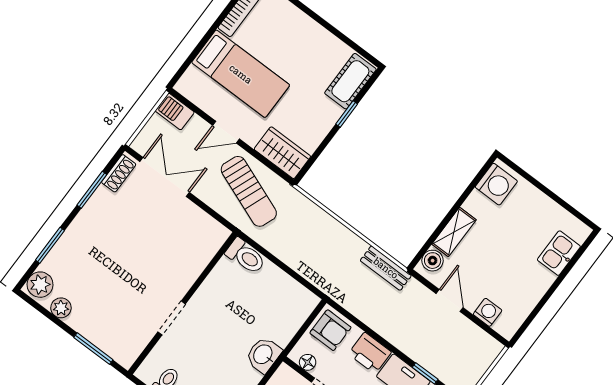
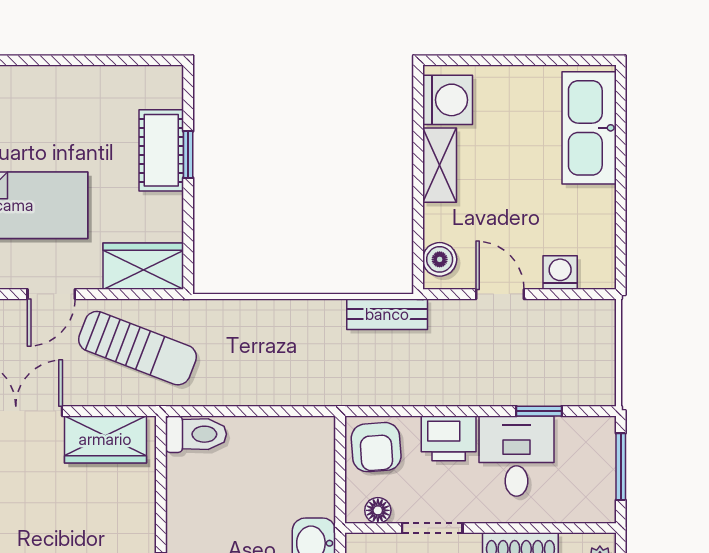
cot: (350, 81) -> (161, 150), moved
wardrobe: (199, 225) -> (105, 439), added
shelving: (454, 232) -> (440, 165), moved
kitchen sink: (559, 253) -> (589, 128), width x1.88, depth x1.24
armchair: (330, 330) -> (376, 447), turned 86

